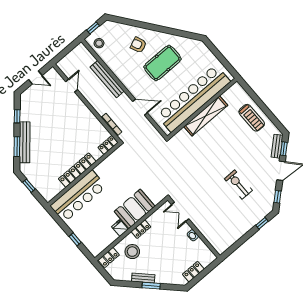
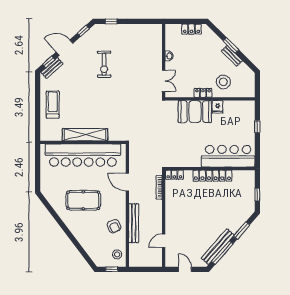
armchair: (138, 45) -> (114, 226), moved
window: (17, 116) -> (222, 252), width x2.17
bench: (25, 142) -> (218, 247), moved
locker: (109, 257) -> (244, 92), removed

